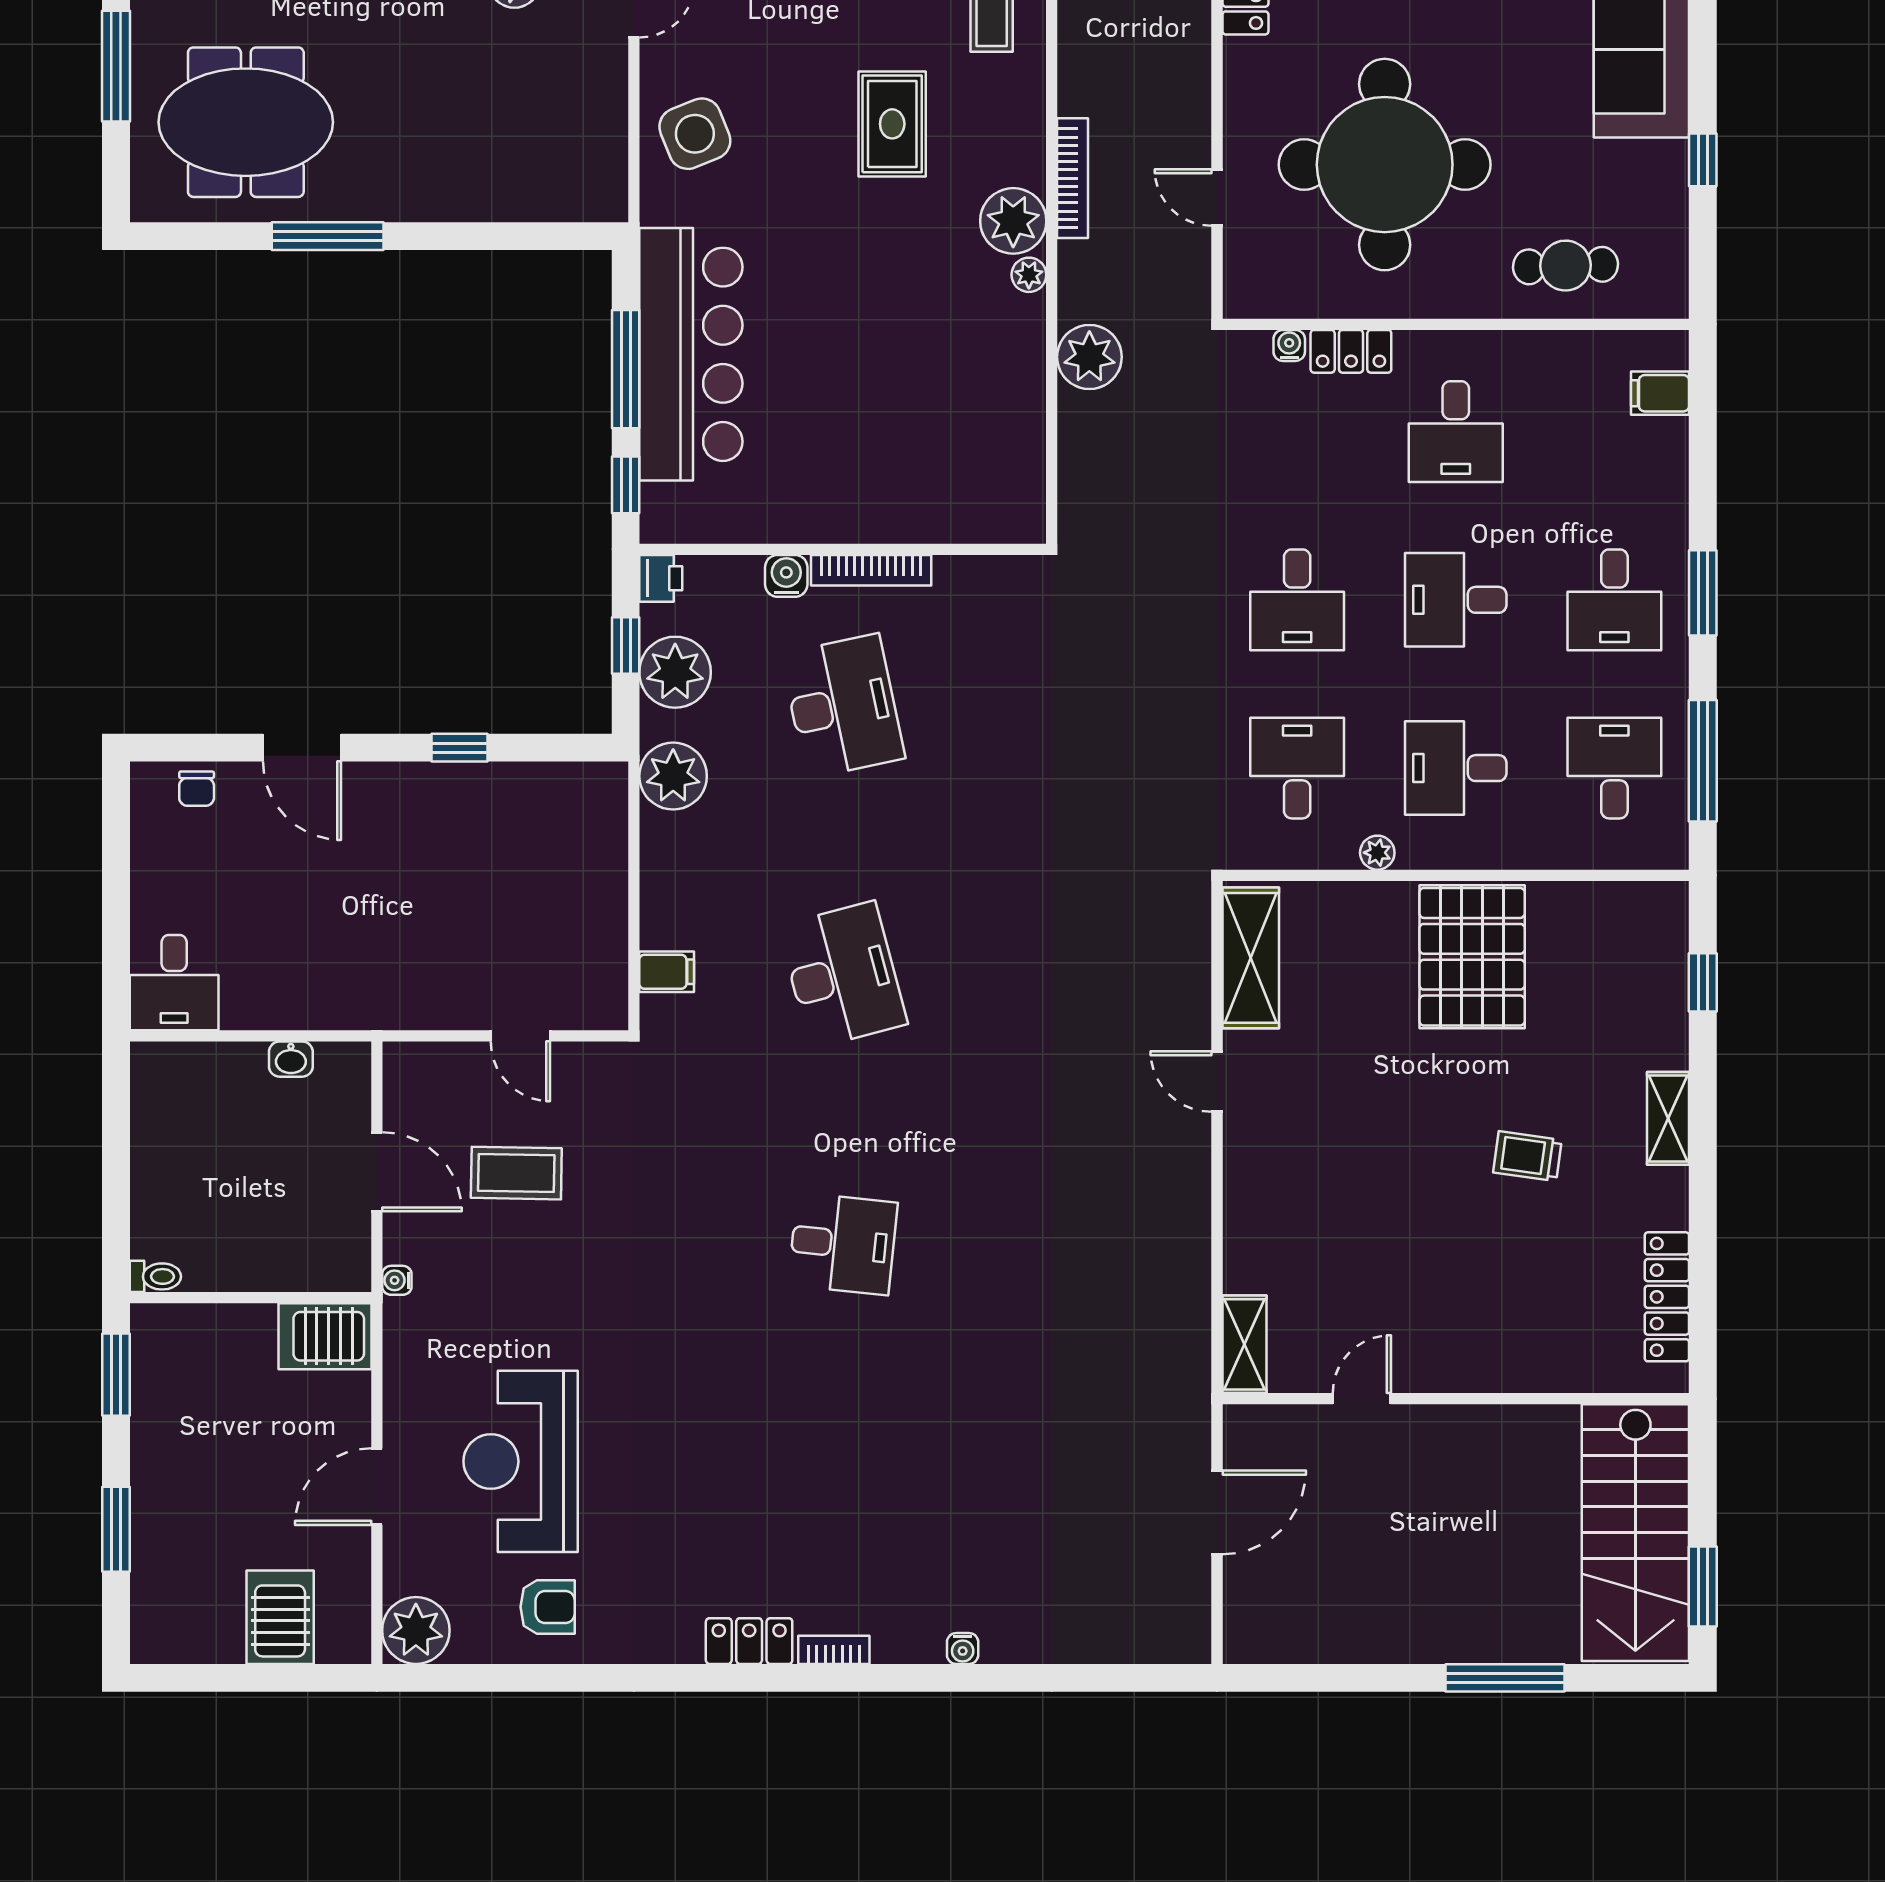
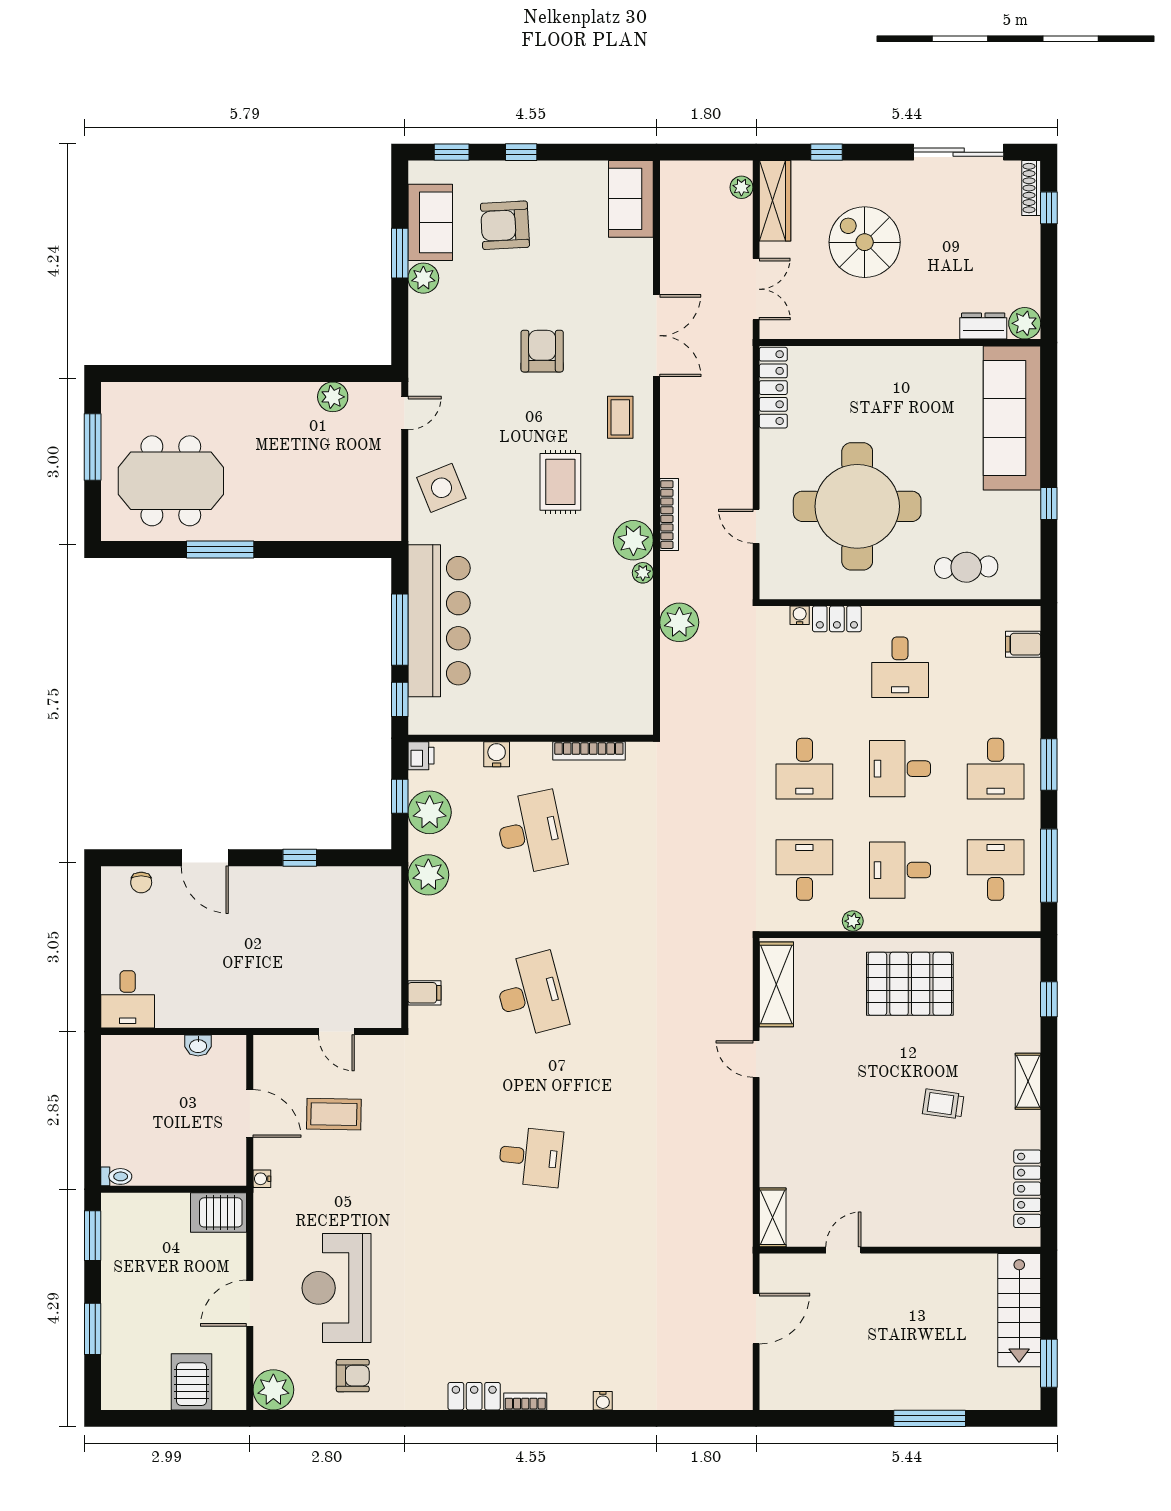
bookcase: (871, 570) -> (589, 751), moved
pallet: (1472, 957) -> (910, 984), turned 90
stairs: (1635, 1533) -> (1019, 1310), width x0.73, depth x0.66

